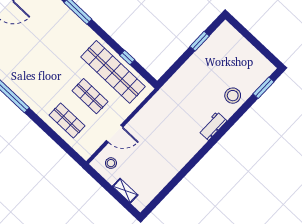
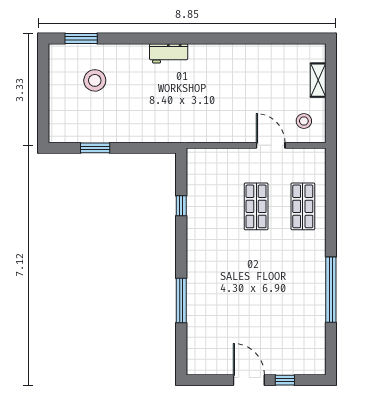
shop shelf: (113, 72) -> (209, 206), removed
stool: (233, 96) -> (95, 80), moved

